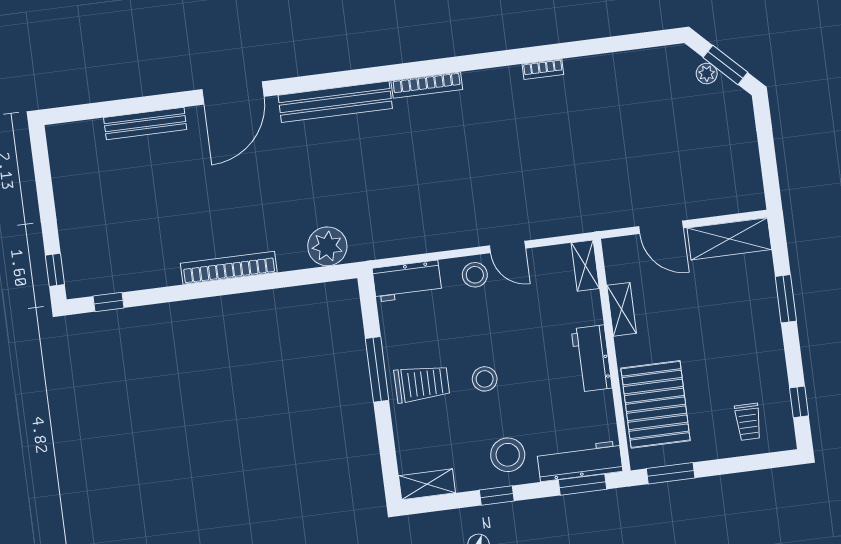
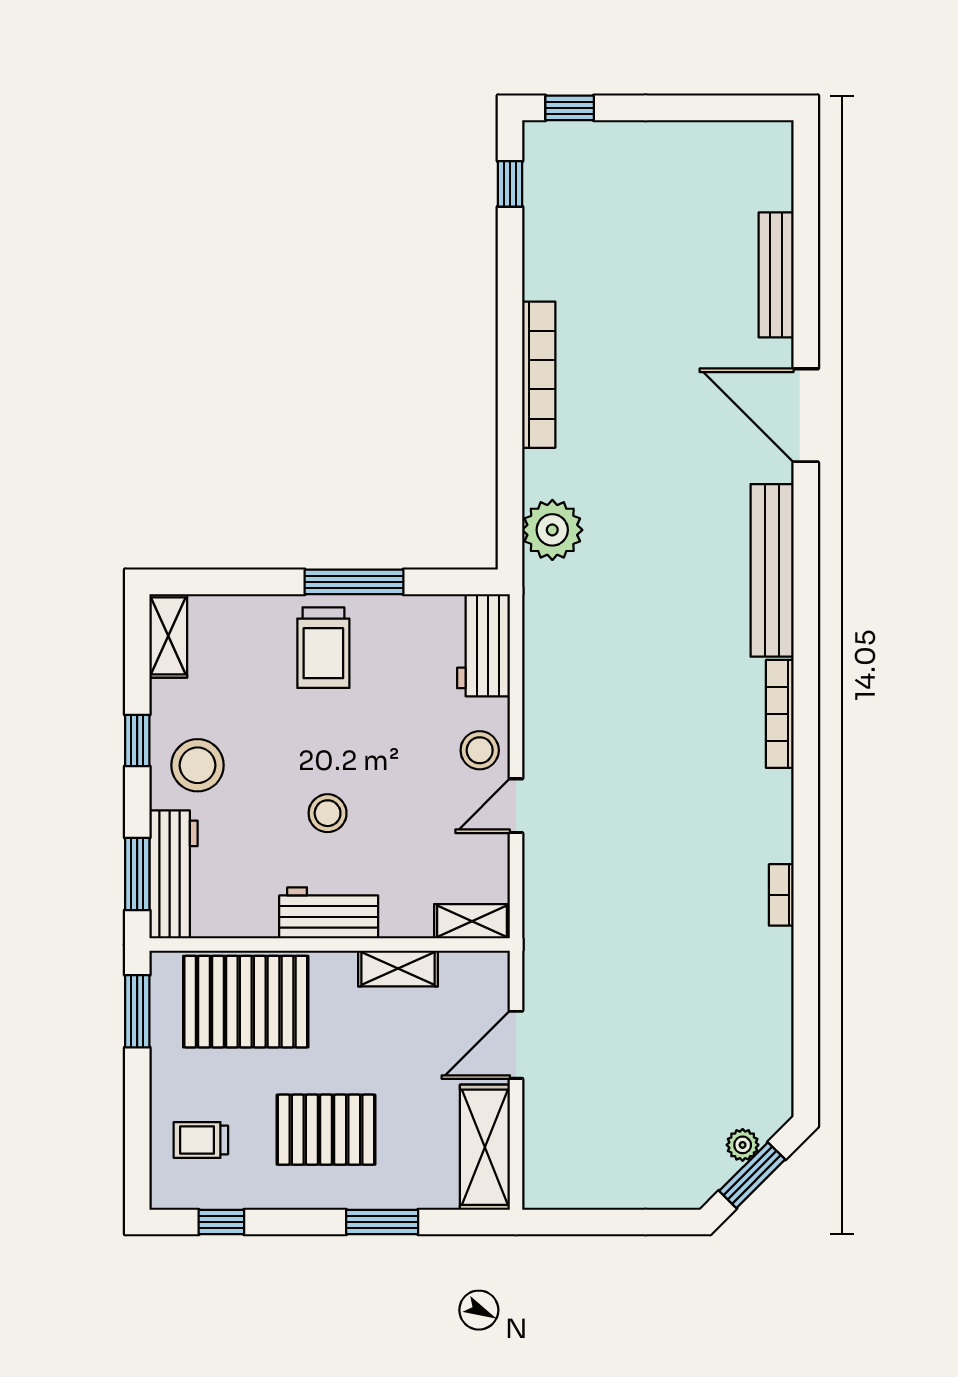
pallet: (731, 342) -> (326, 1130), added
stool: (485, 379) -> (328, 813), moved

